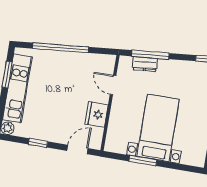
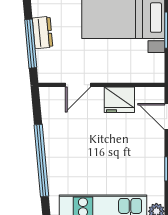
dresser: (145, 64) -> (43, 33), moved

